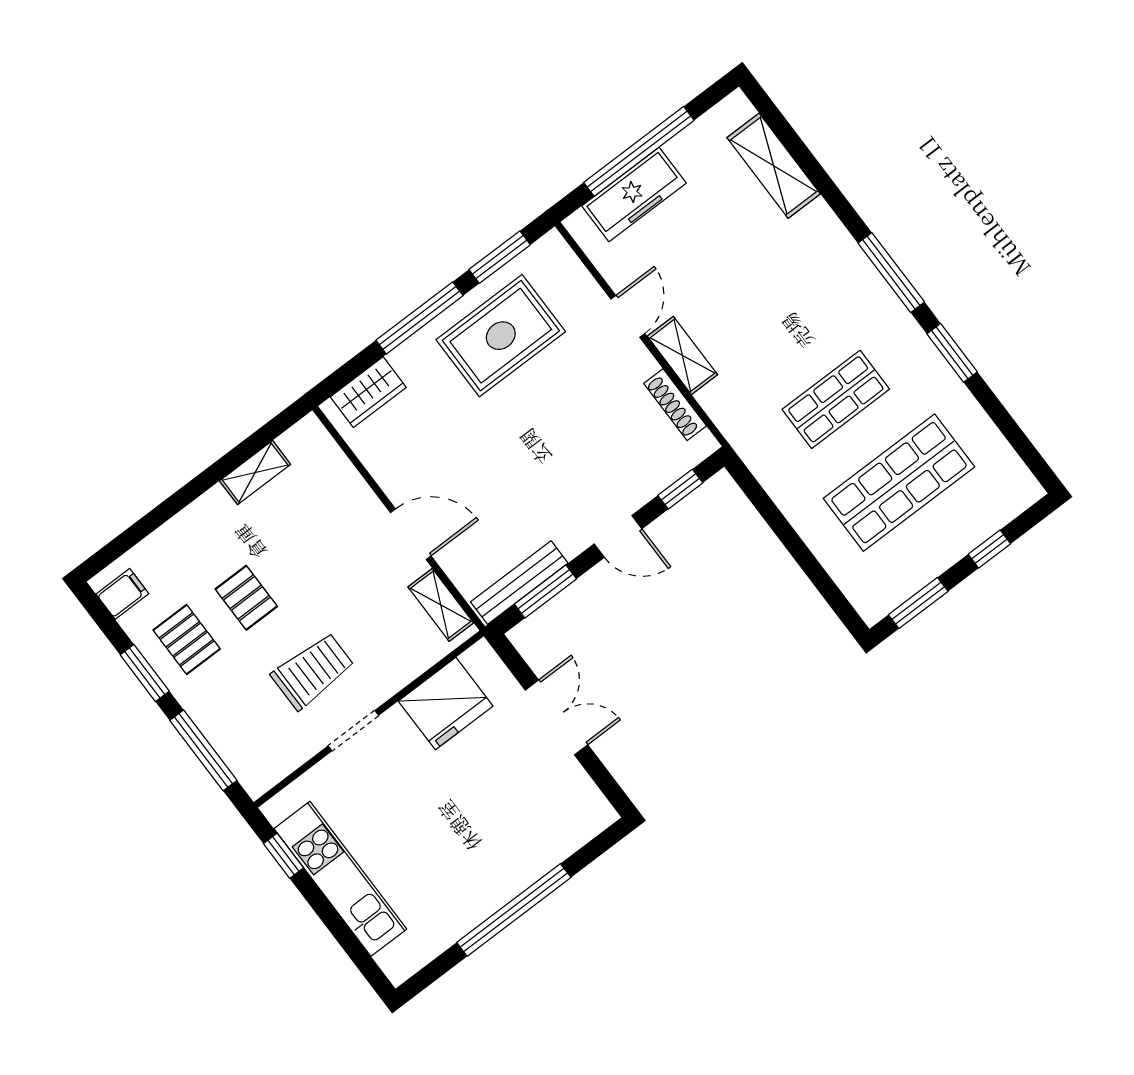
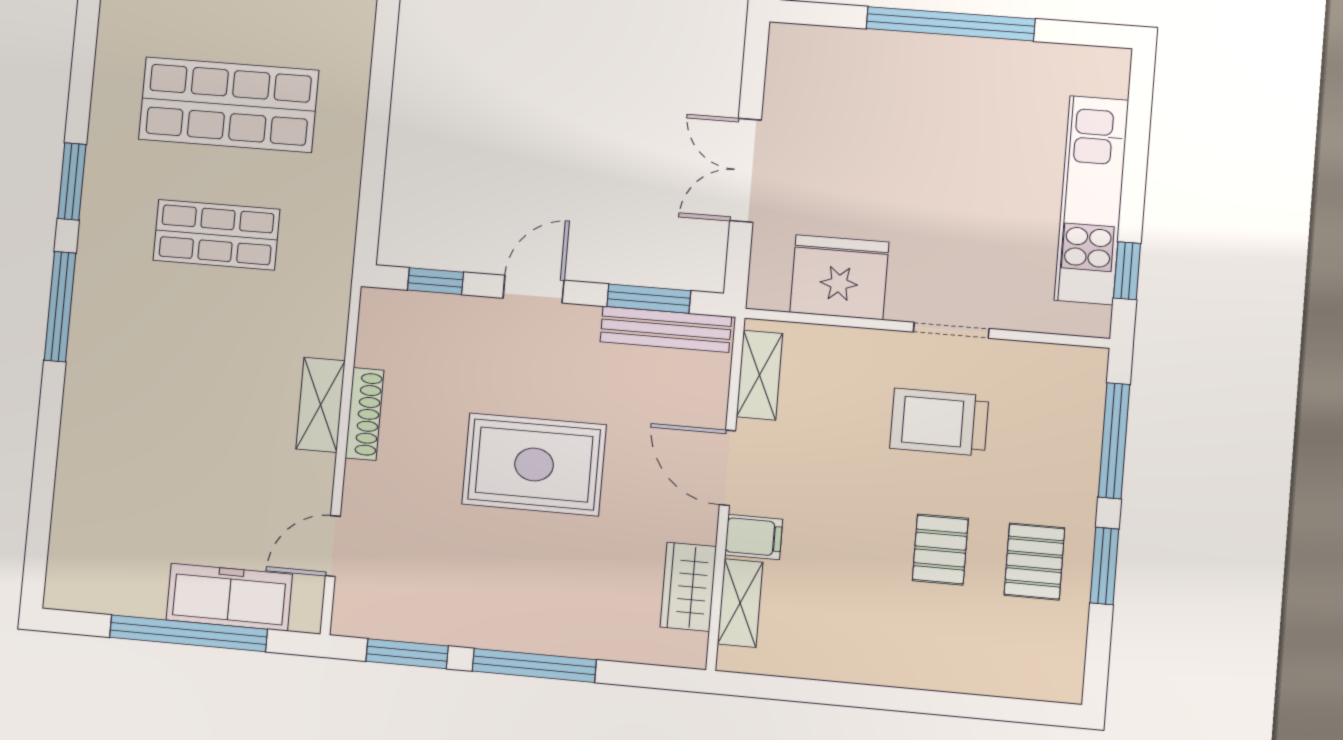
shelving: (774, 166) -> (77, 505), removed
door: (628, 316) -> (333, 546), moved
rug: (501, 336) -> (534, 464), moved
wardrobe: (368, 392) -> (688, 587), moved, turned -90
shoe rack: (675, 405) -> (365, 414), moved
shelving: (255, 473) -> (740, 603), moved, turned 90
door: (618, 536) -> (534, 289), hinge flipped
filing cabinet: (122, 594) -> (754, 537), moved, turned 180

